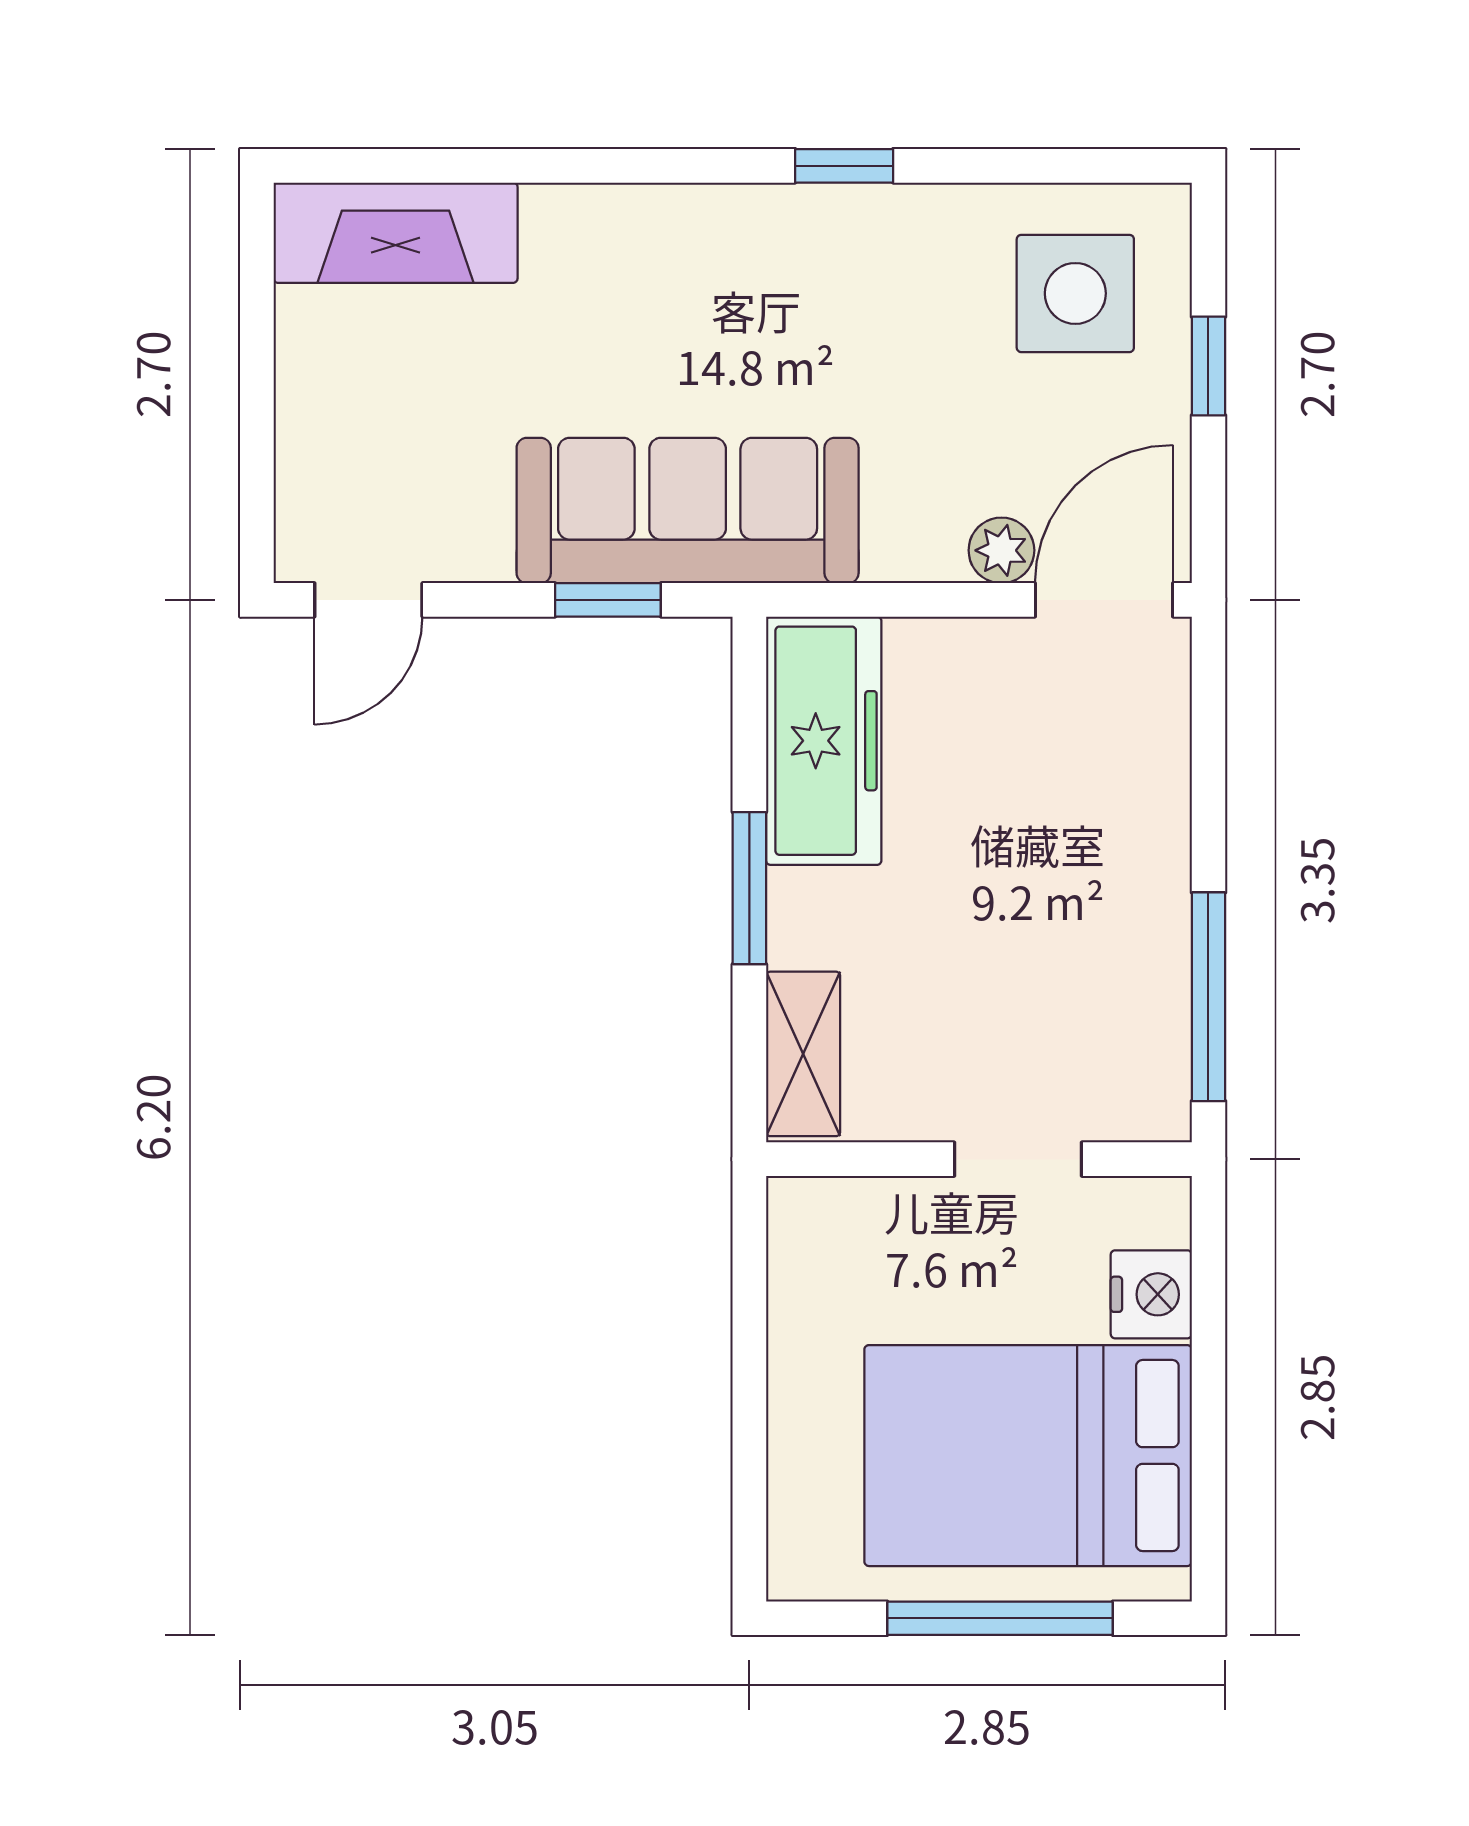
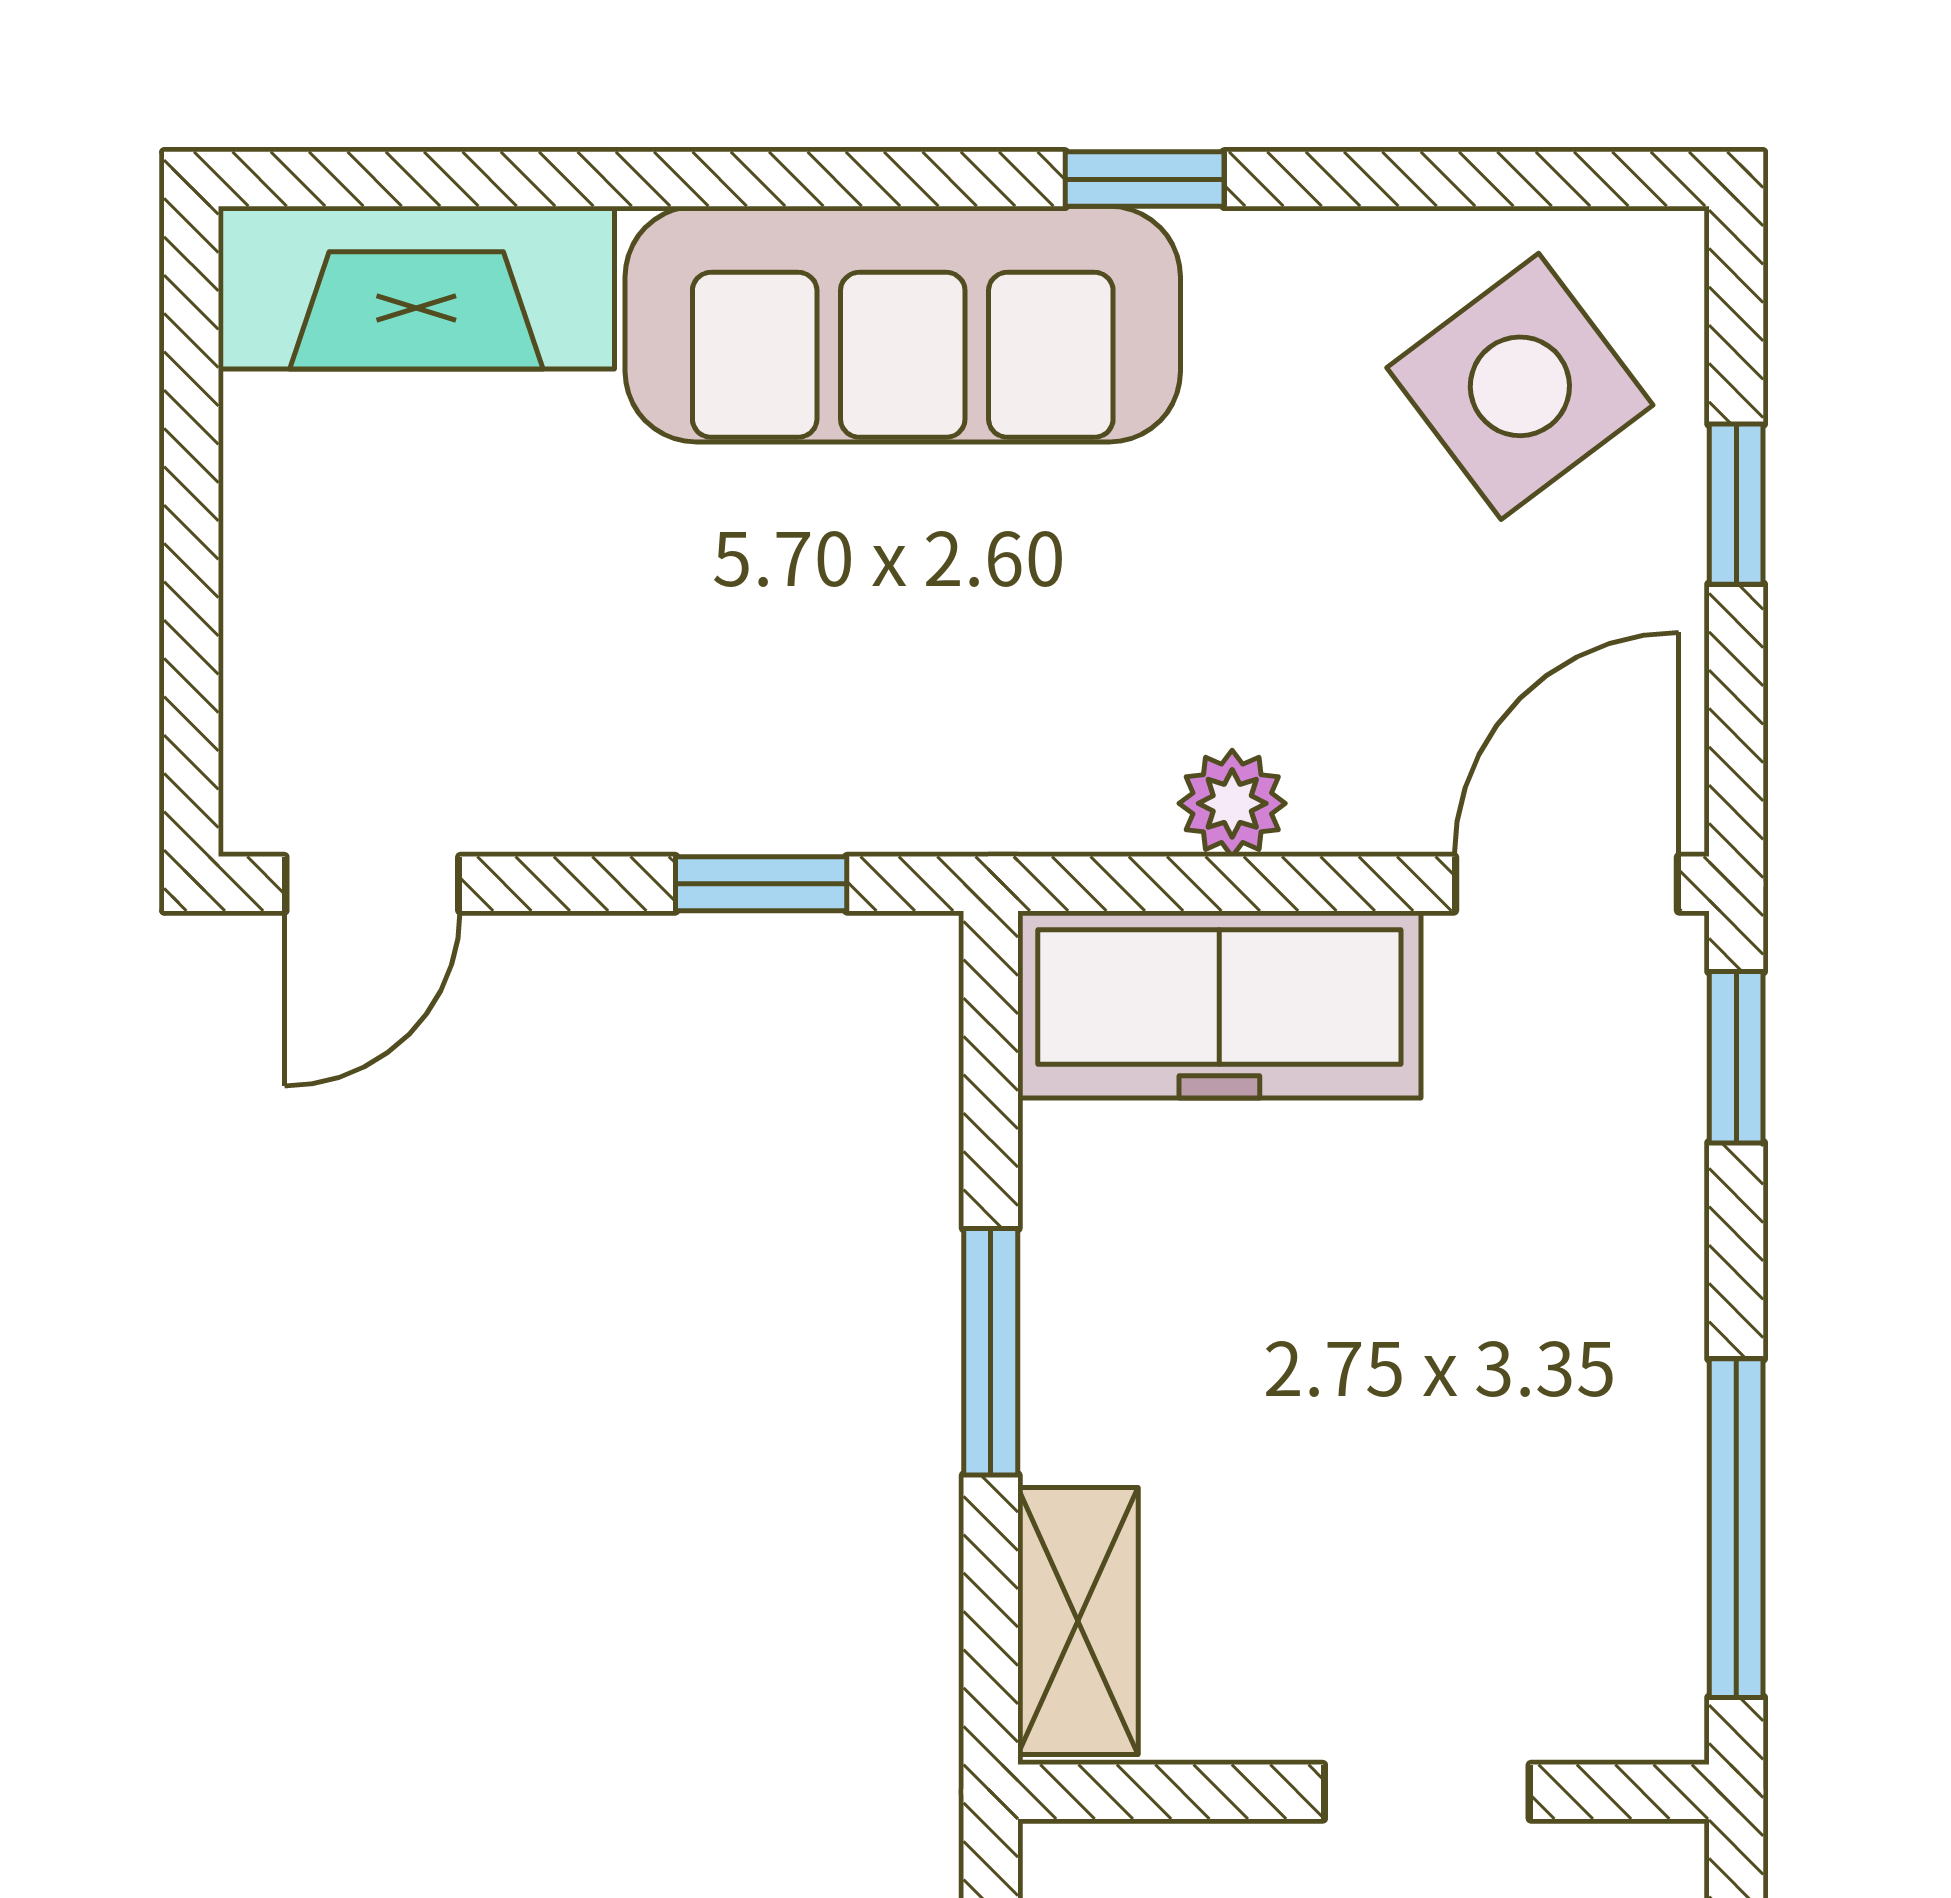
side table: (1075, 293) -> (1520, 386), turned -37
sofa: (688, 511) -> (903, 324), moved, turned 180
plant: (1001, 550) -> (1232, 803), moved
window: (1208, 707) -> (1736, 1057), added
freezer: (824, 741) -> (1219, 1004), moved, turned 90

